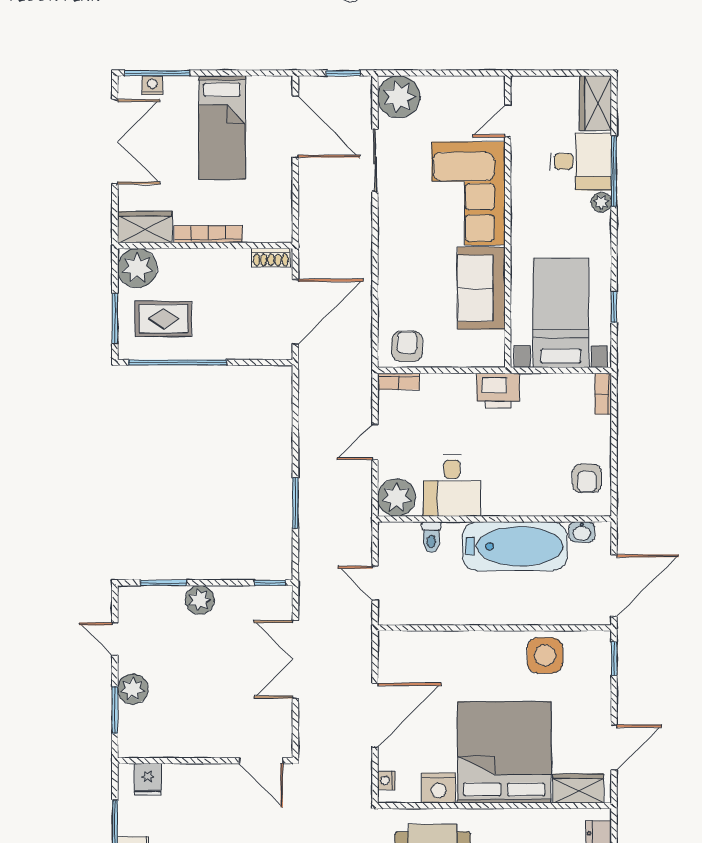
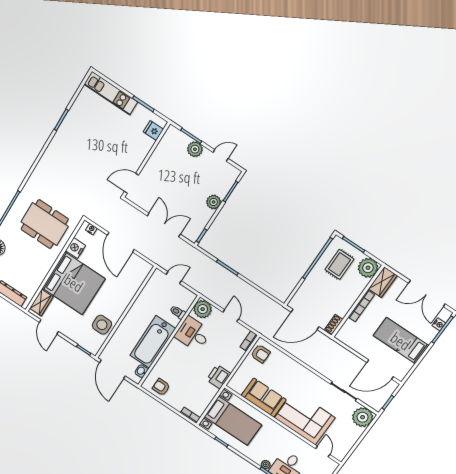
door: (295, 312) -> (305, 319), hinge flipped

